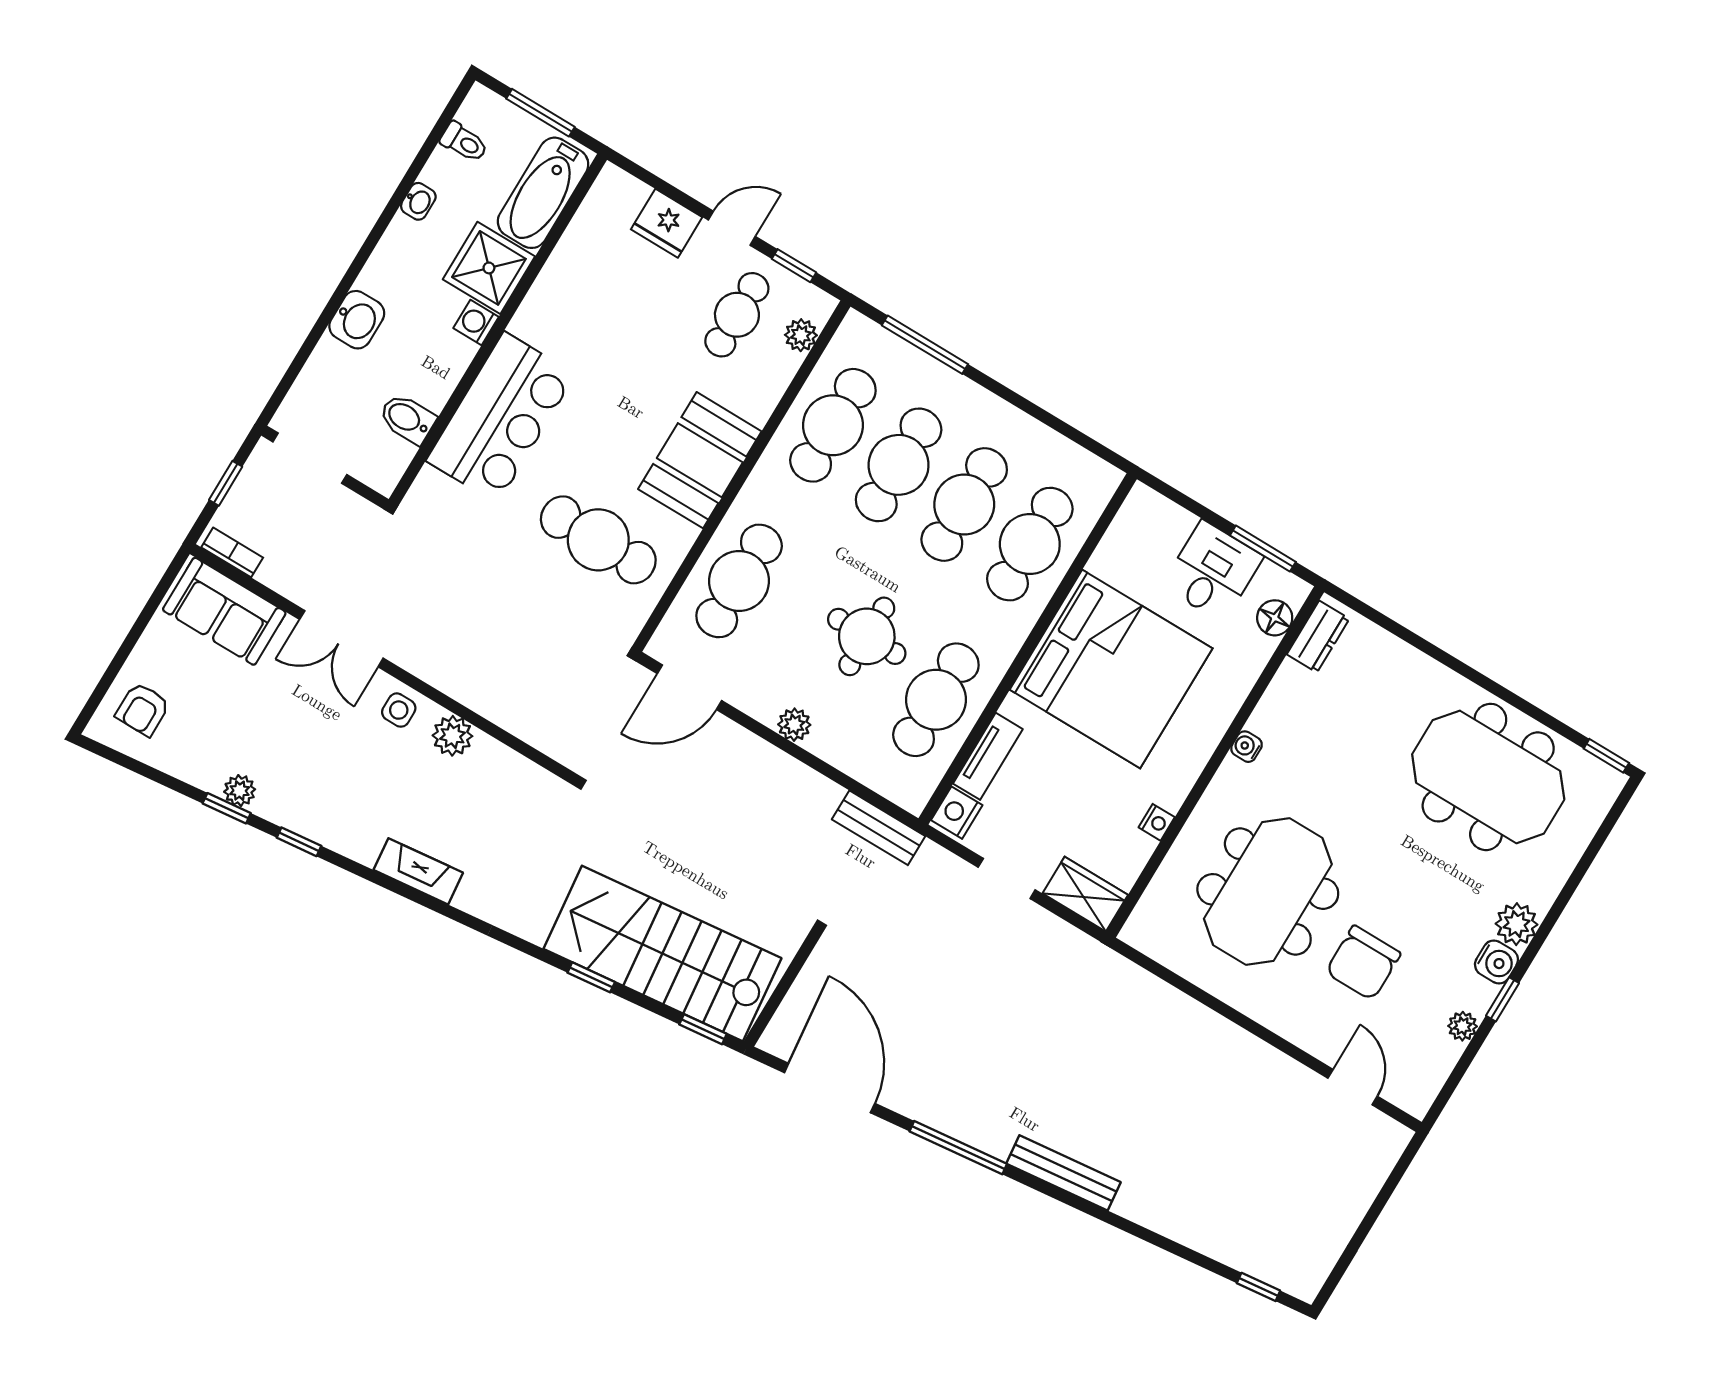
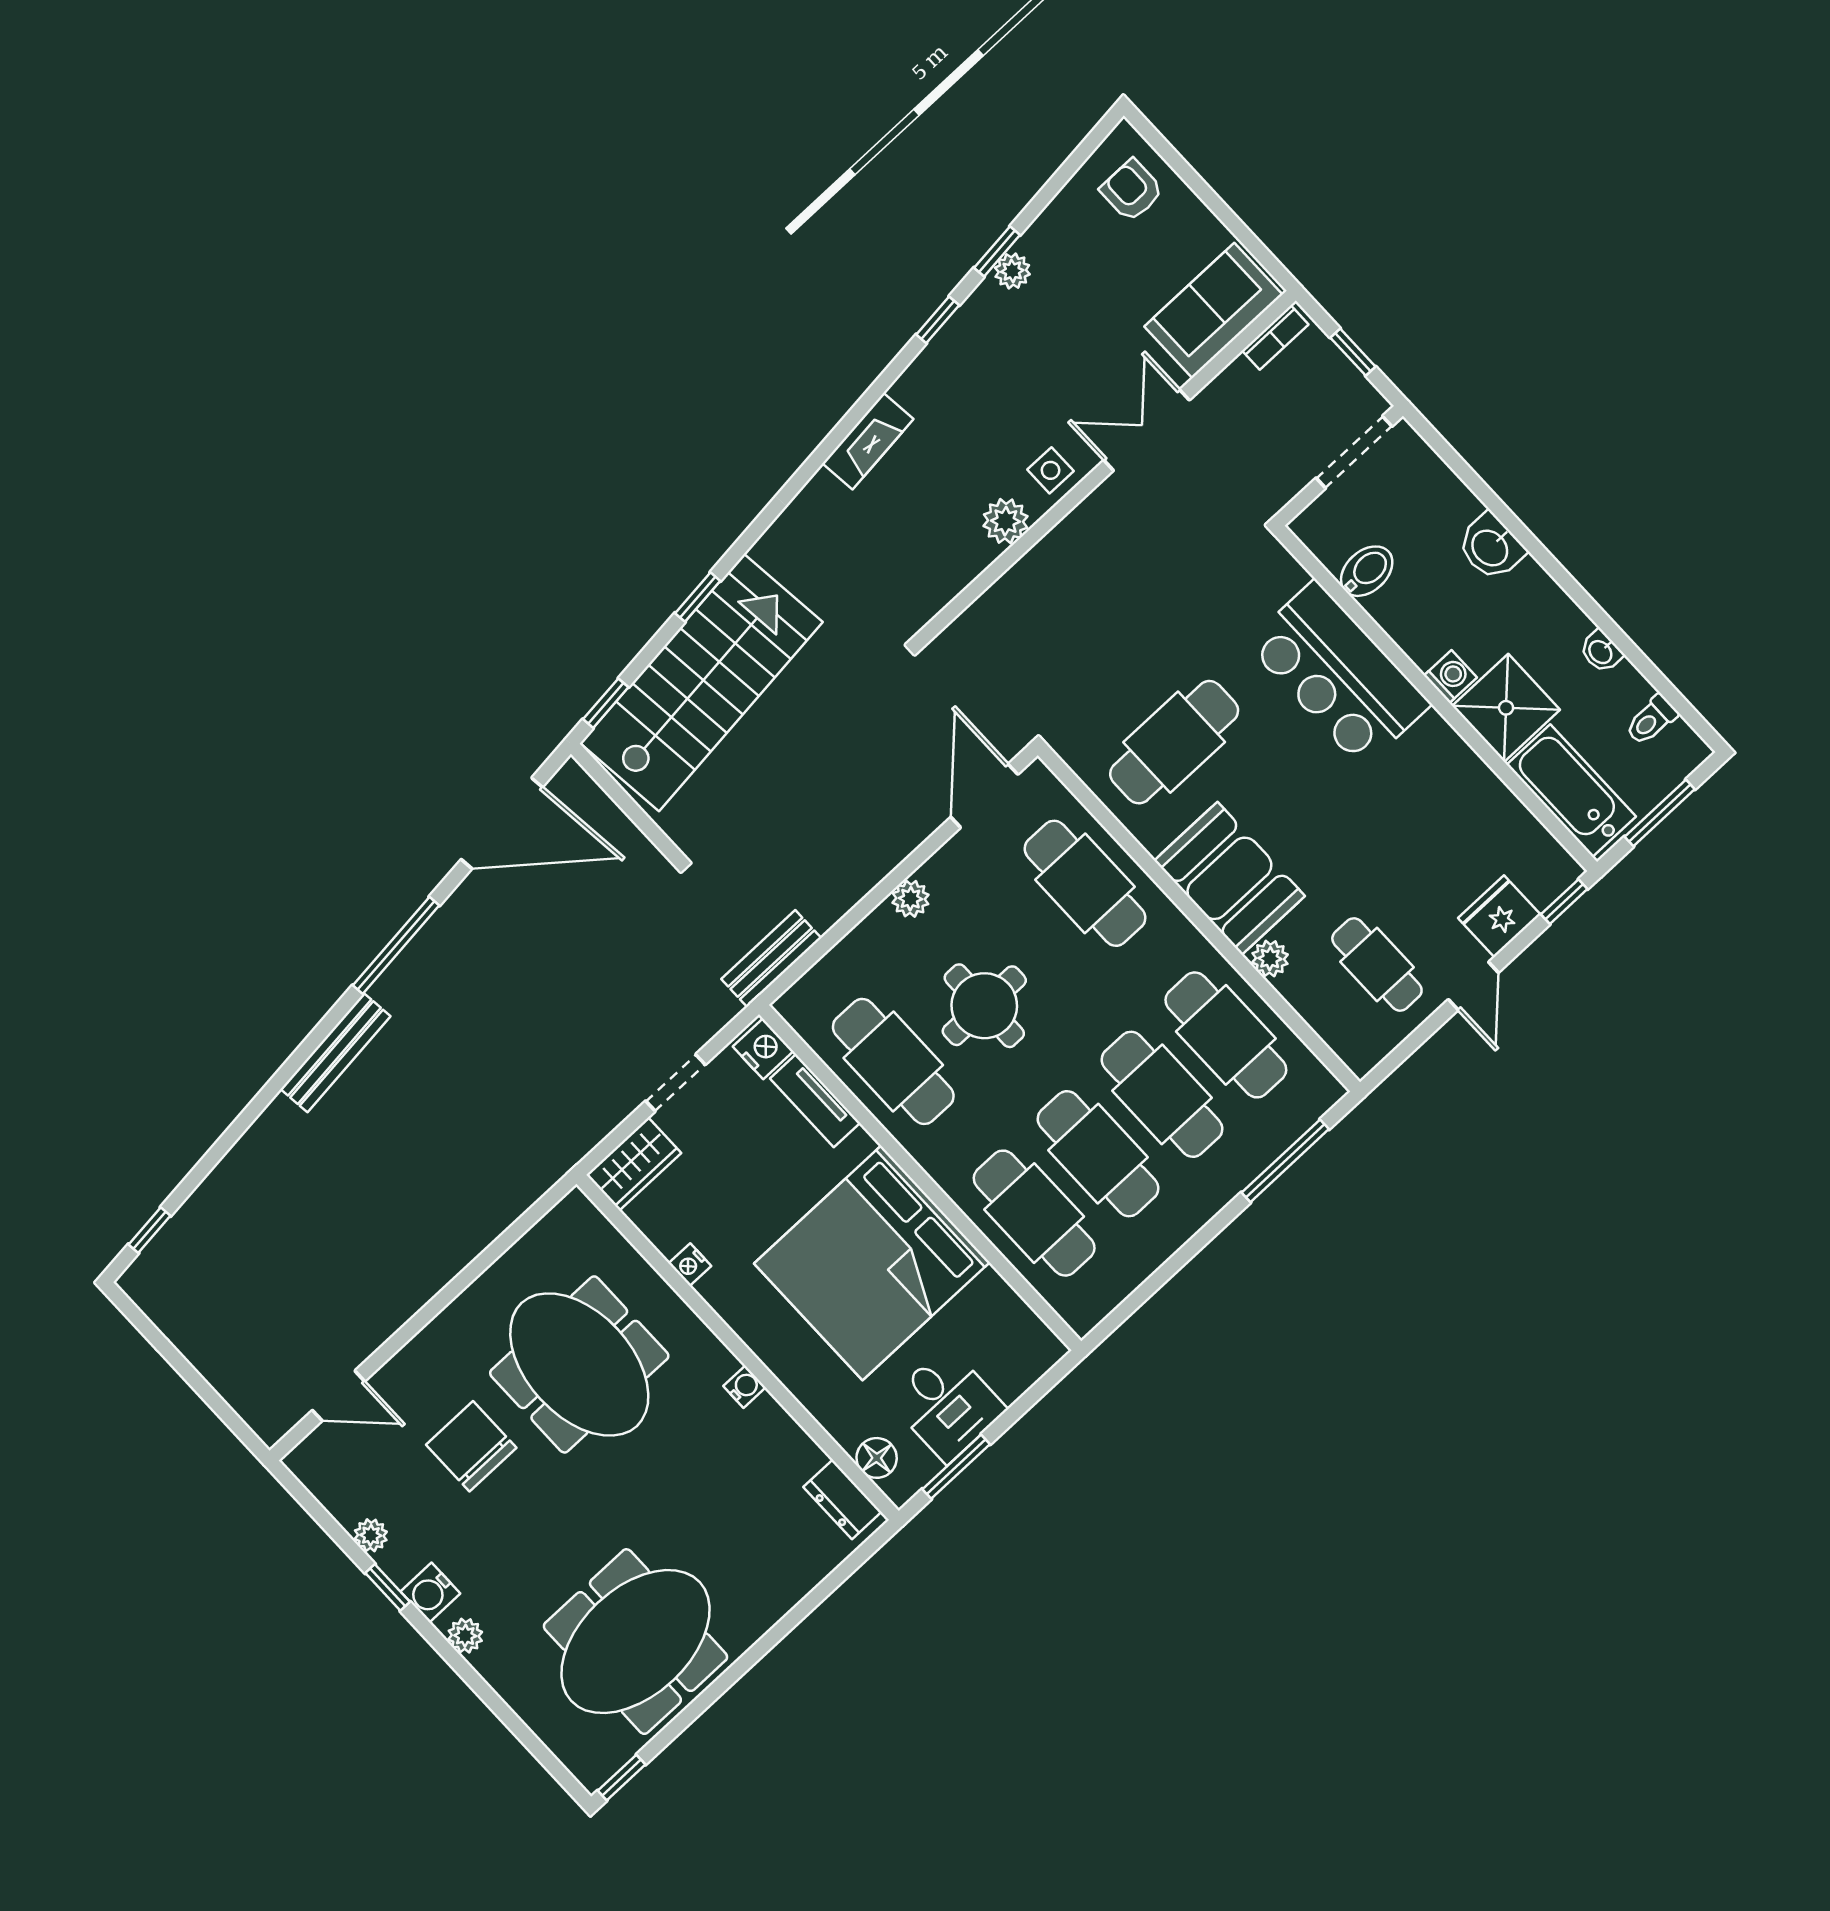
window: (794, 266) -> (1564, 902), moved
plant: (801, 335) -> (1270, 959), moved
plant: (1517, 924) -> (465, 1636), width x0.73, depth x0.73

